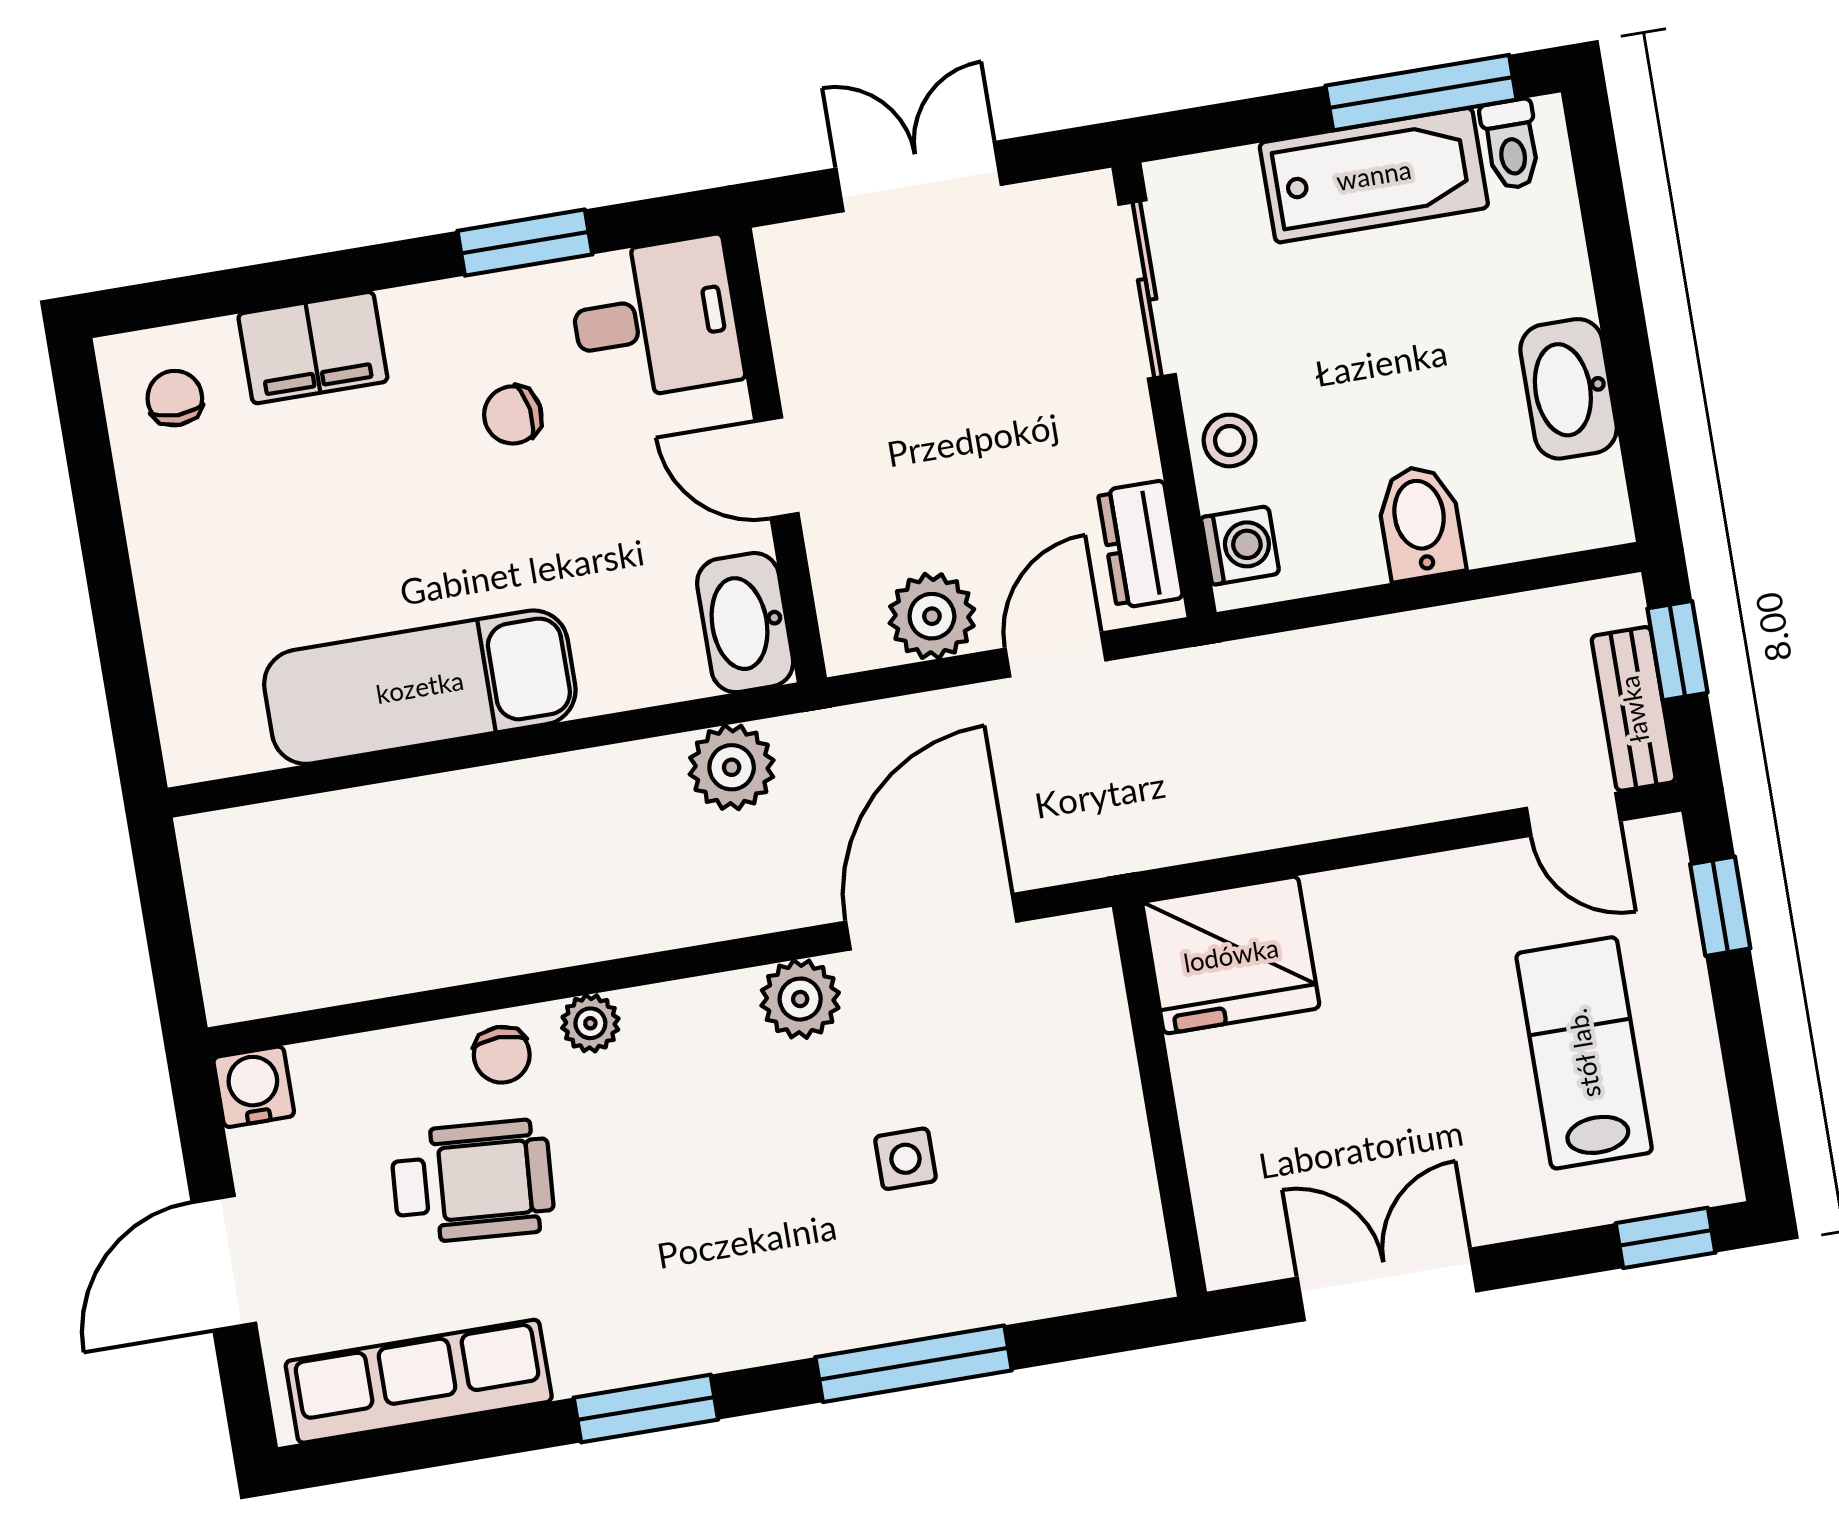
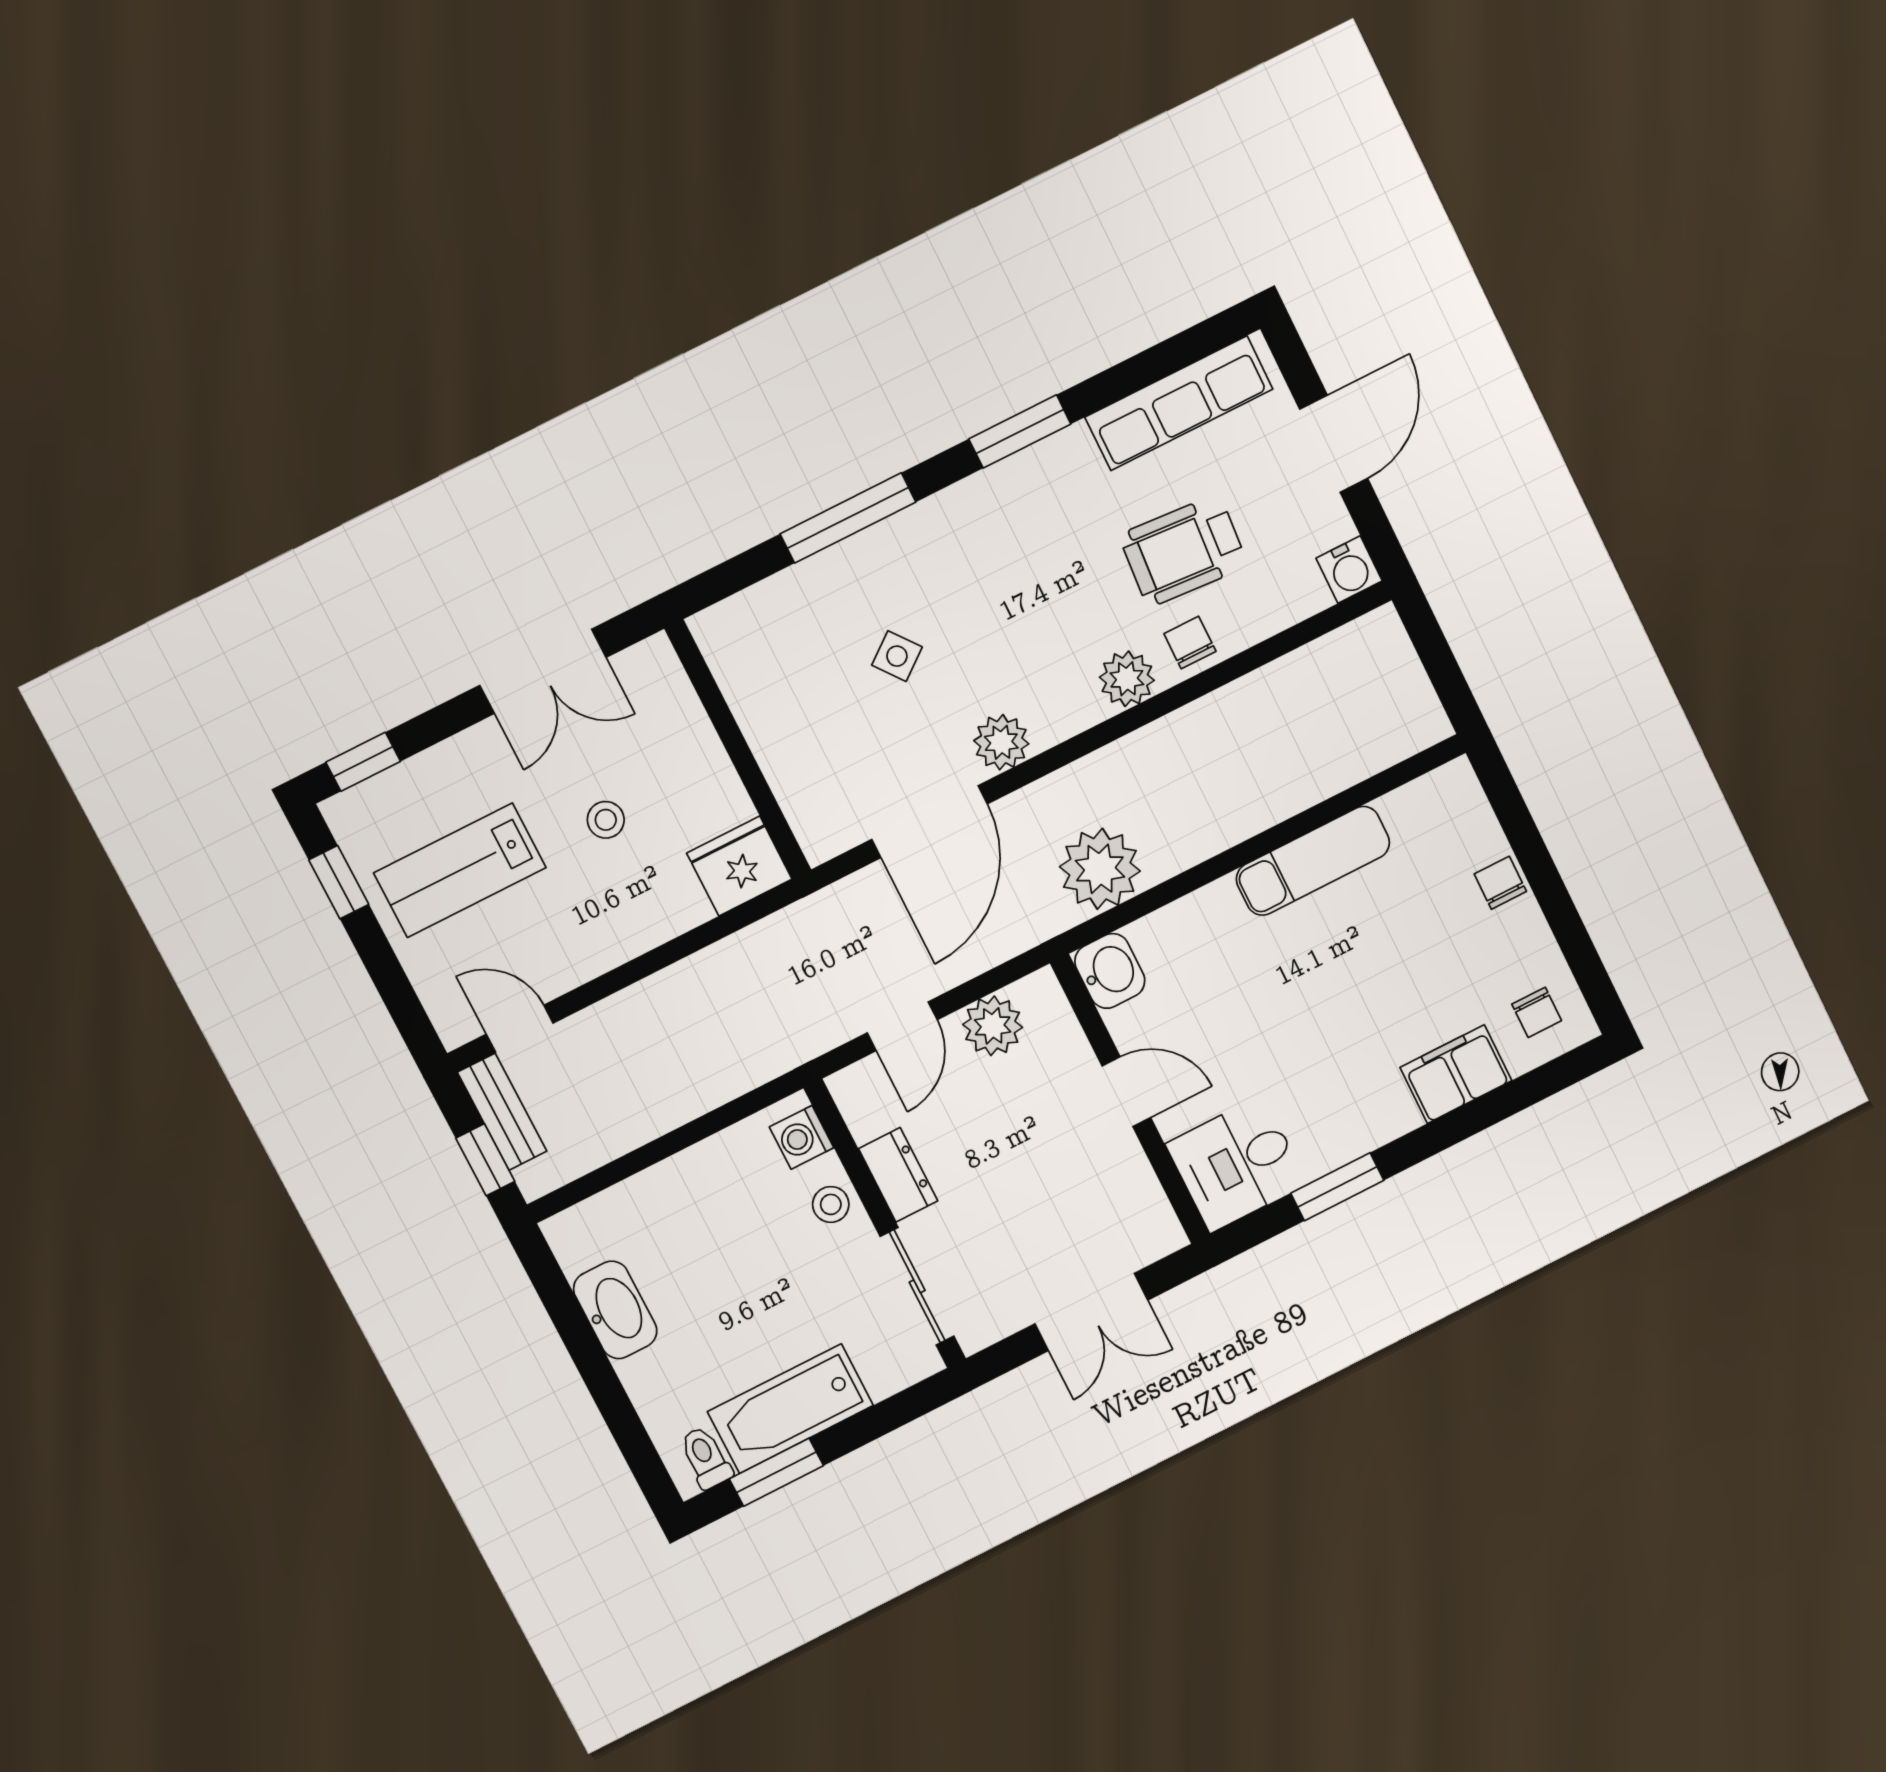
window: (1421, 93) -> (776, 1472), width x0.69
chair: (513, 415) -> (1500, 883), moved, turned -81
bidet: (1420, 522) -> (686, 1191), removed
dresser: (1140, 545) -> (898, 1175), moved
washbasin: (745, 623) -> (1110, 971), width x0.72
exam couch: (420, 687) -> (1313, 861), width x0.73, depth x0.69
plant: (732, 767) -> (1100, 869), width x1.36, depth x1.36
window: (1720, 906) -> (339, 882), moved
fridge: (1231, 955) -> (739, 866), width x0.73, depth x0.75
plant: (590, 1023) -> (1127, 679), width x1.38, depth x1.38
lab bench: (1584, 1053) -> (460, 870), turned 90
stool: (1367, 1060) -> (606, 820), added
side table: (905, 1159) -> (897, 656), turned -38

